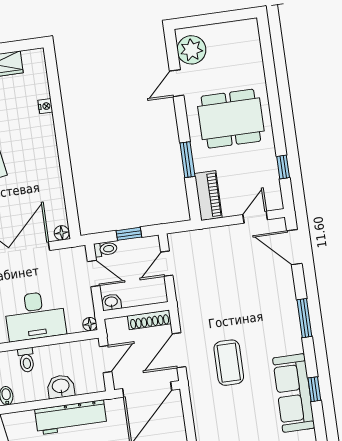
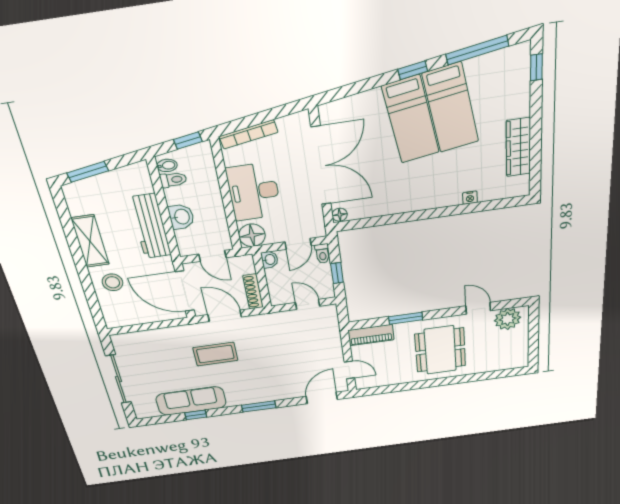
window: (283, 167) -> (393, 388), removed
floor lamp: (90, 324) -> (252, 235), width x1.89, depth x1.89
toilet: (26, 360) -> (173, 180), moved, turned 180

